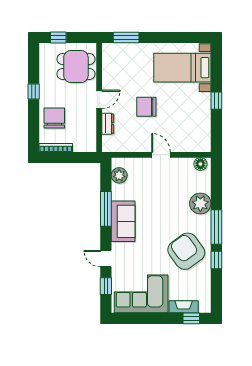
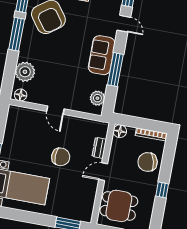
chair: (54, 118) -> (148, 162), turned 76
floor lamp: (89, 145) -> (120, 131), added
plant: (200, 204) -> (25, 72), moved

